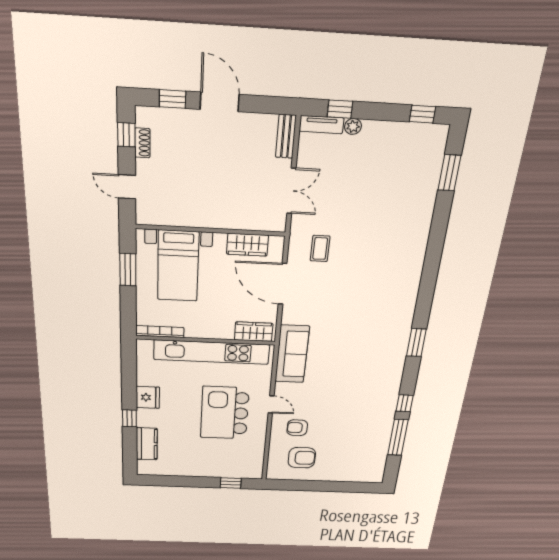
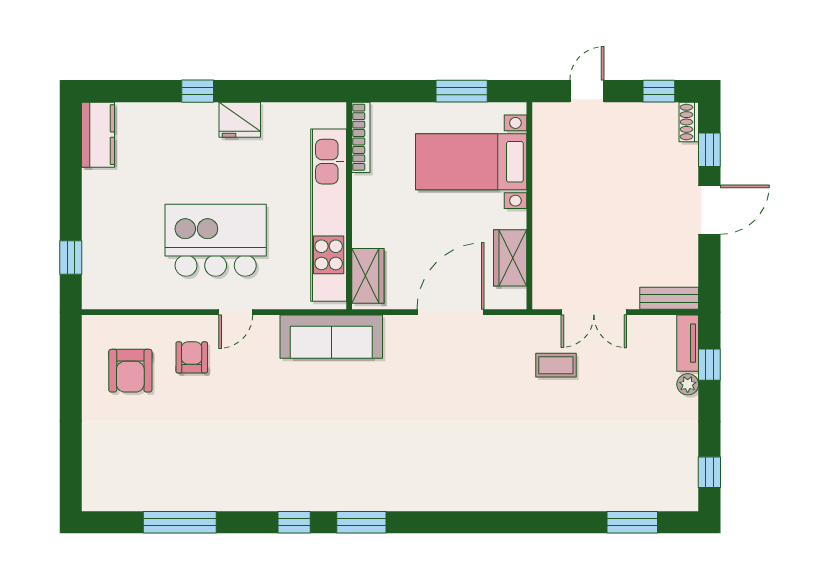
shoe rack: (142, 143) -> (689, 122), moved, turned 90
coffee table: (320, 249) -> (556, 365), moved
window: (405, 403) -> (294, 522), moved
kitchen counter: (147, 444) -> (98, 135), moved, turned -90

